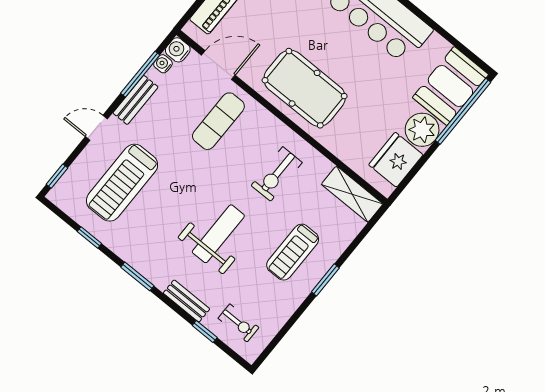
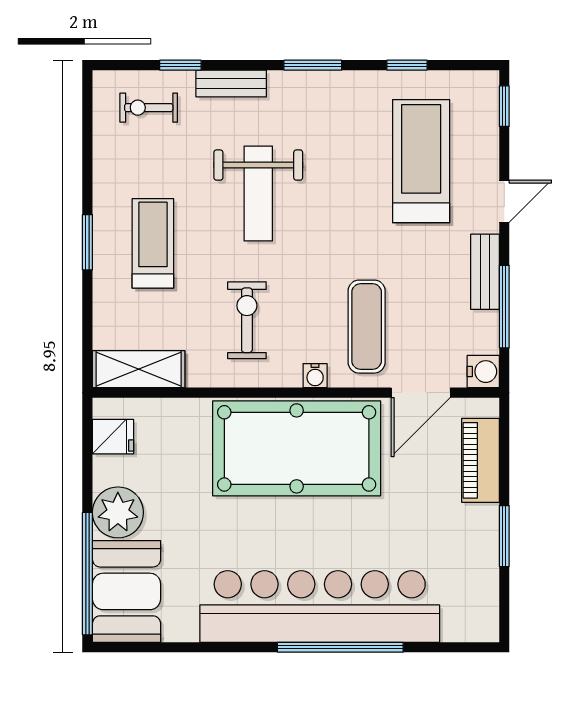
water cooler: (163, 64) -> (315, 376), moved, turned 90
pool table: (305, 88) -> (297, 448), width x1.36, depth x1.32
fridge: (396, 160) -> (113, 437), width x0.53, depth x0.75

